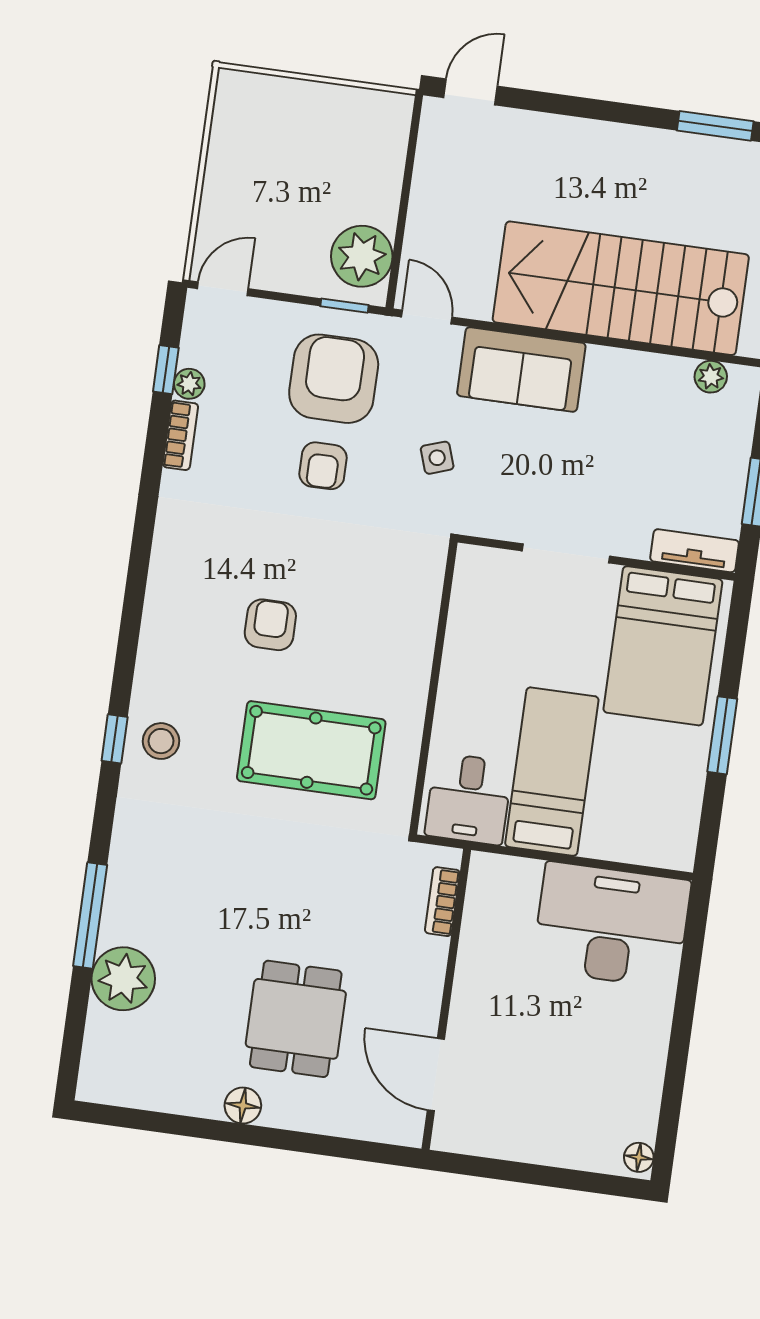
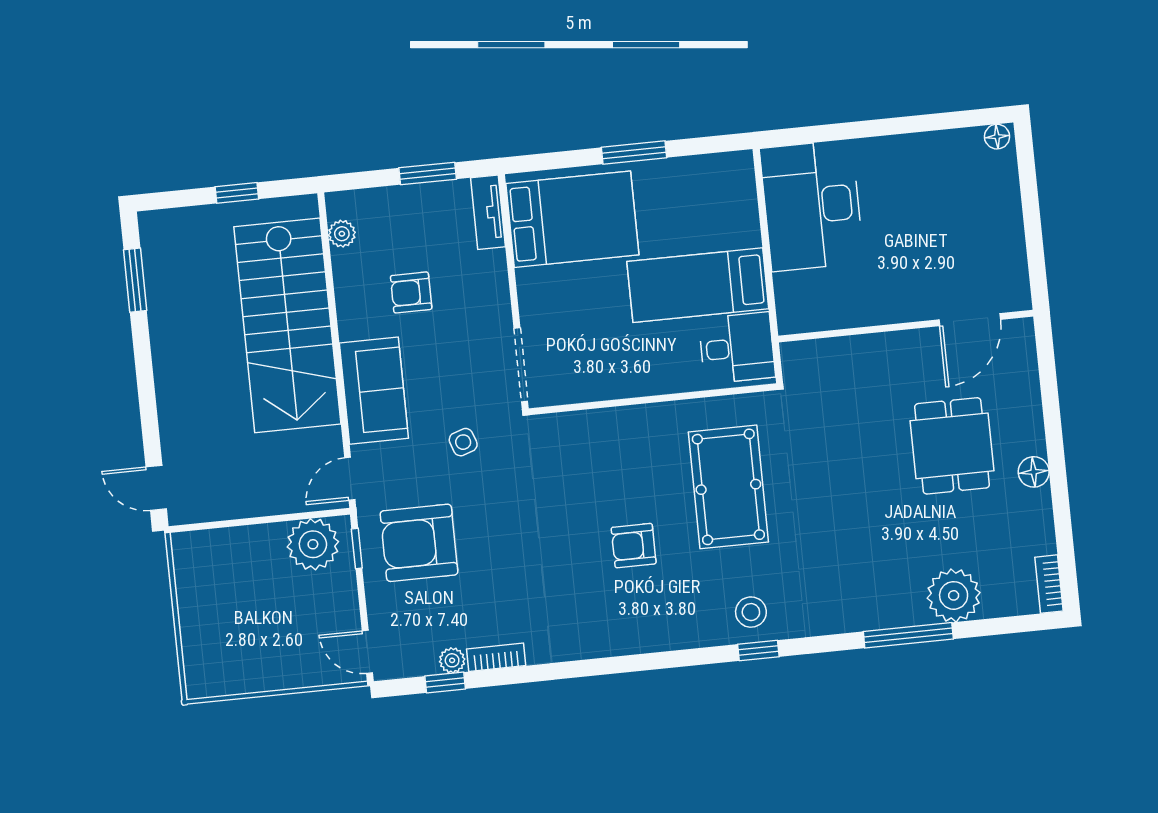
armchair: (323, 466) -> (411, 292), moved, turned 180
doorway: (566, 553) -> (521, 365), moved
bookcase: (442, 902) -> (1049, 584), moved, turned 90
dining table: (296, 1019) -> (952, 446), turned 90

